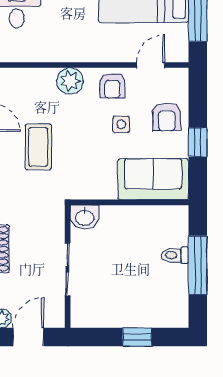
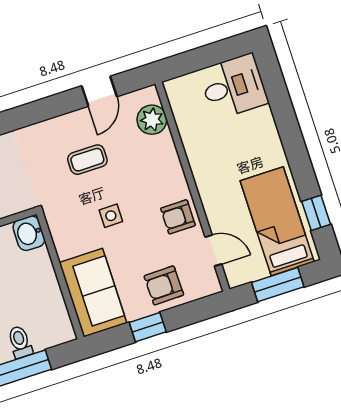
plant: (70, 81) -> (152, 120), moved
side table: (121, 124) -> (111, 216), moved
coffee table: (38, 147) -> (87, 160), width x0.73, depth x0.77

